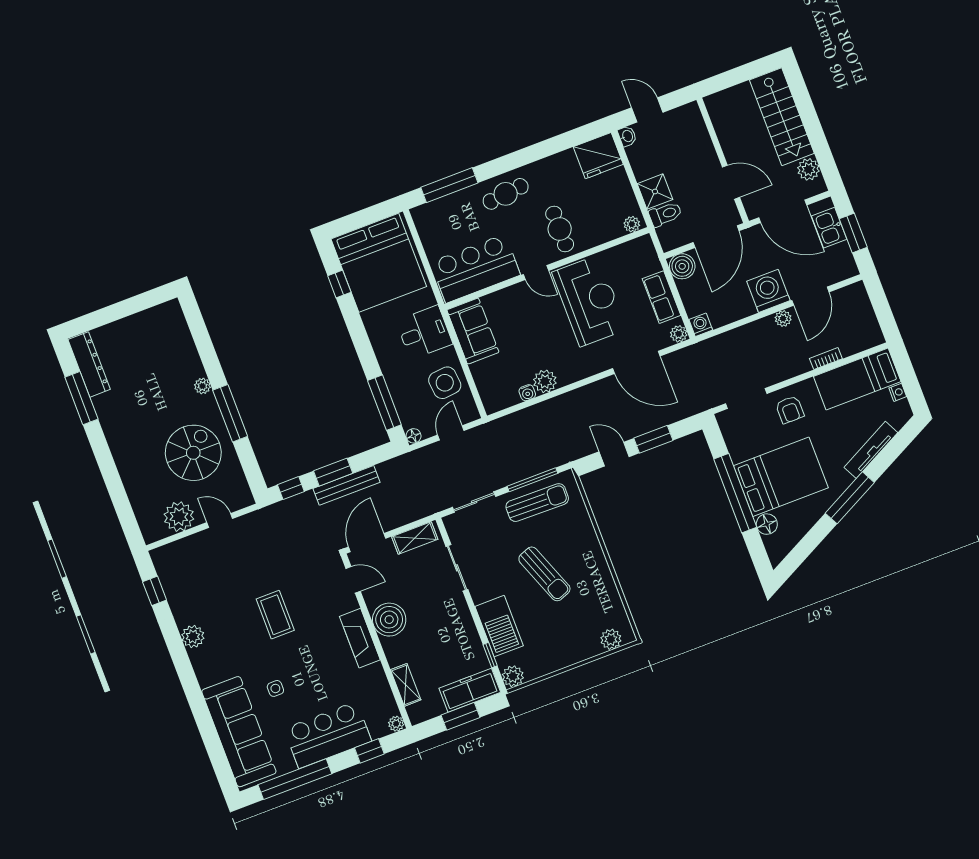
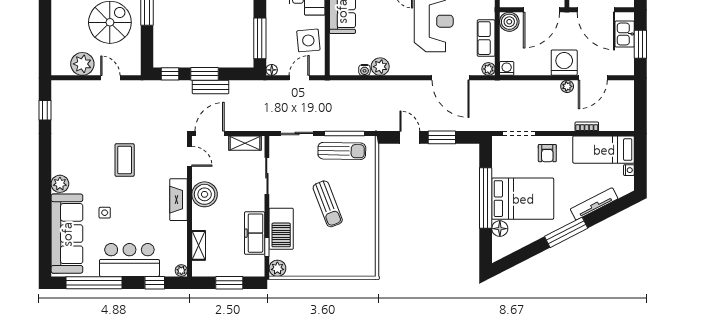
bench: (347, 485) -> (210, 87), width x0.73
plant: (193, 636) -> (60, 184), moved
plant: (611, 639) -> (357, 269), removed
freezer: (470, 690) -> (255, 233), moved, turned -90

